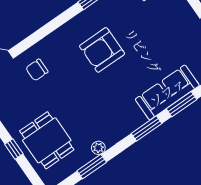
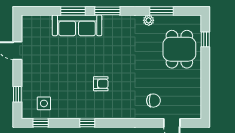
armchair: (102, 50) -> (101, 84), width x0.53, depth x0.53
window: (14, 149) -> (205, 39), moved

